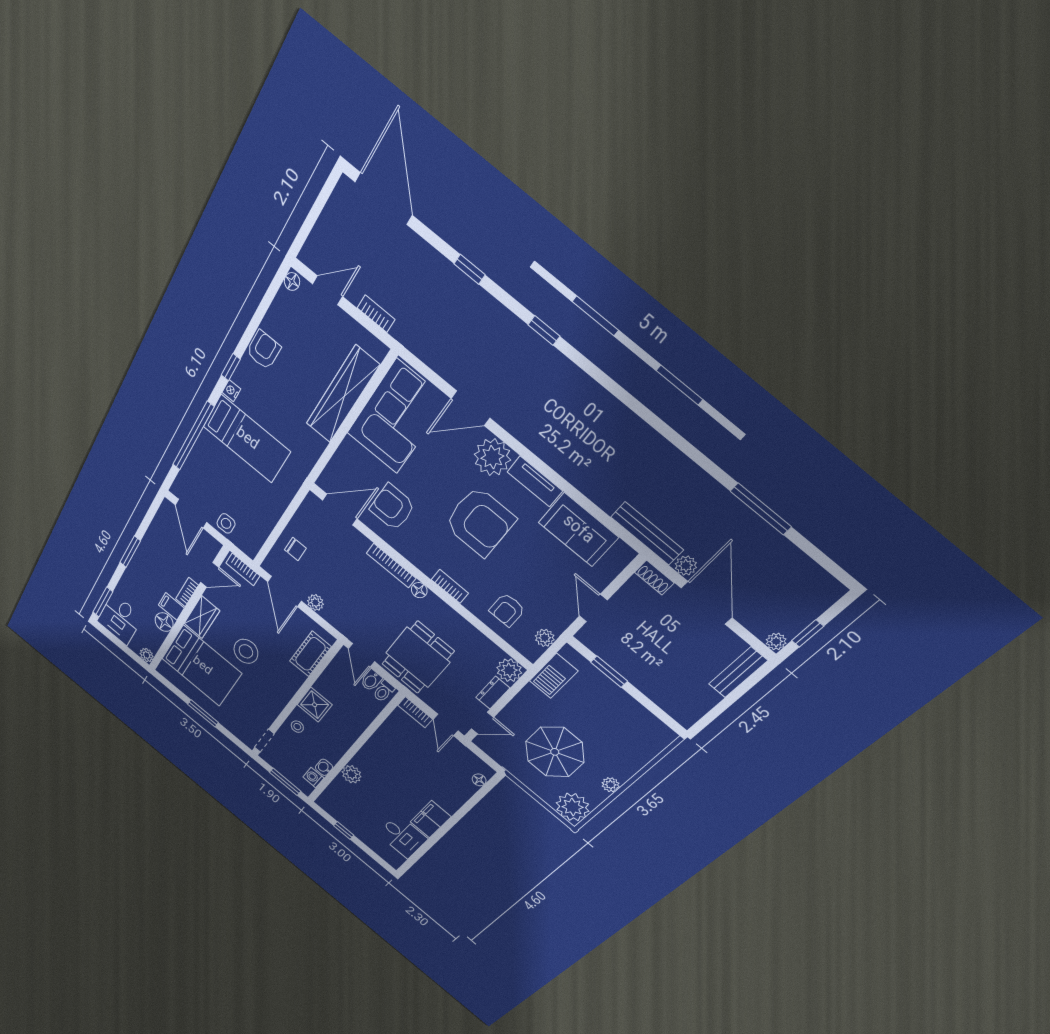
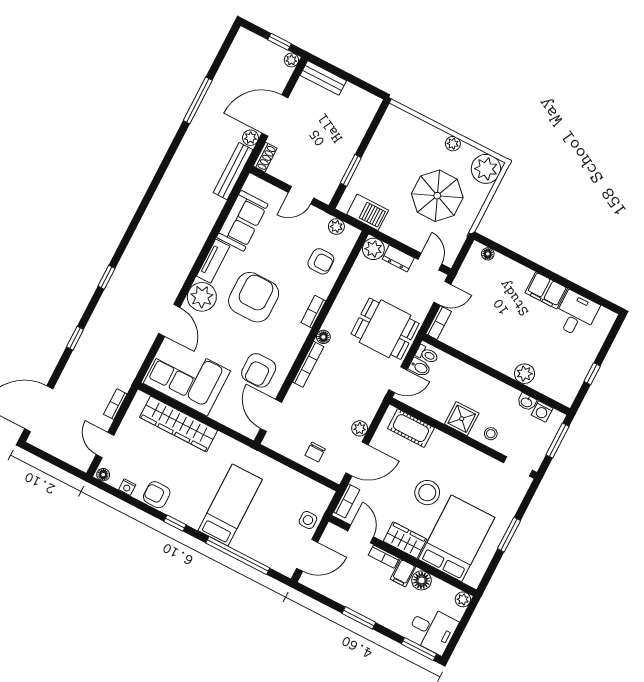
nightstand: (231, 391) -> (127, 487), moved
chair: (295, 549) -> (315, 452), turned 180

